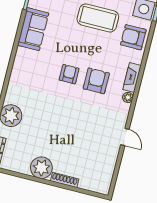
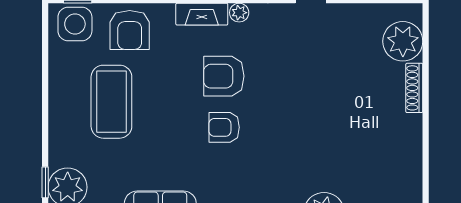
plant: (41, 168) -> (403, 41), moved

